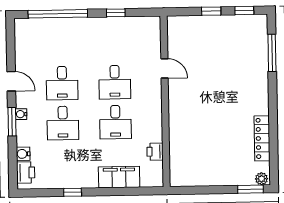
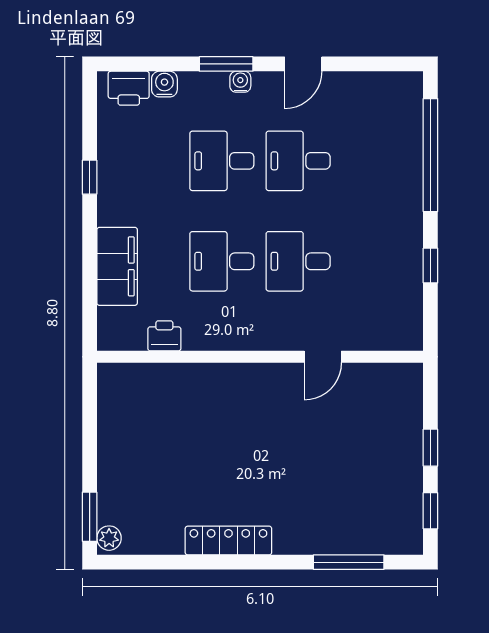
locker: (262, 138) -> (228, 541), moved

